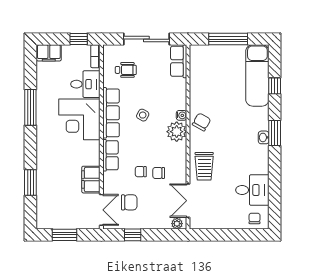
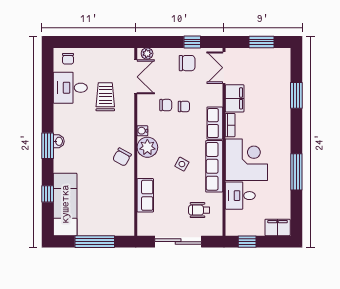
bookcase: (95, 56) -> (230, 125), moved
row of seats: (179, 61) -> (145, 195), moved
water cooler: (181, 115) -> (142, 131), moved
trolley: (204, 166) -> (105, 97), moved
chair: (129, 202) -> (187, 63), moved, turned 180

